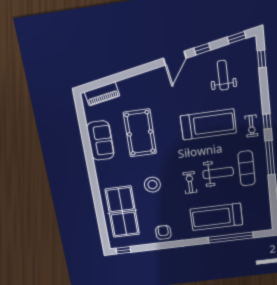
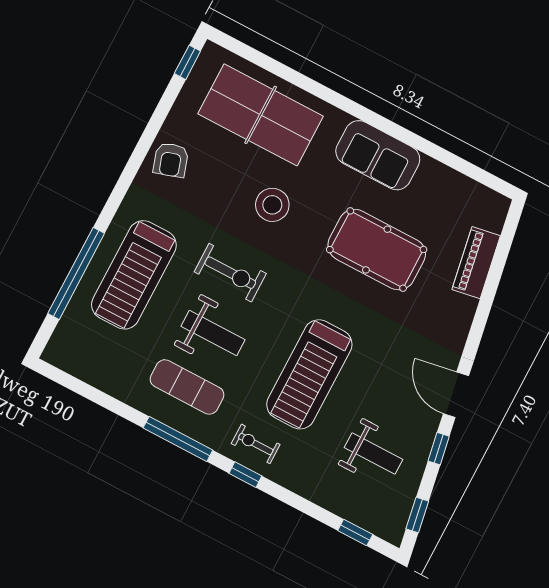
piano: (102, 94) -> (476, 263), moved
sofa: (100, 141) -> (378, 155), moved
weight bench: (218, 173) -> (213, 333), turned -90
exercise bike: (190, 182) -> (230, 273), width x1.38, depth x1.39
treadmill: (216, 217) -> (134, 275), turned 180
armchair: (163, 232) -> (171, 160), turned 72

